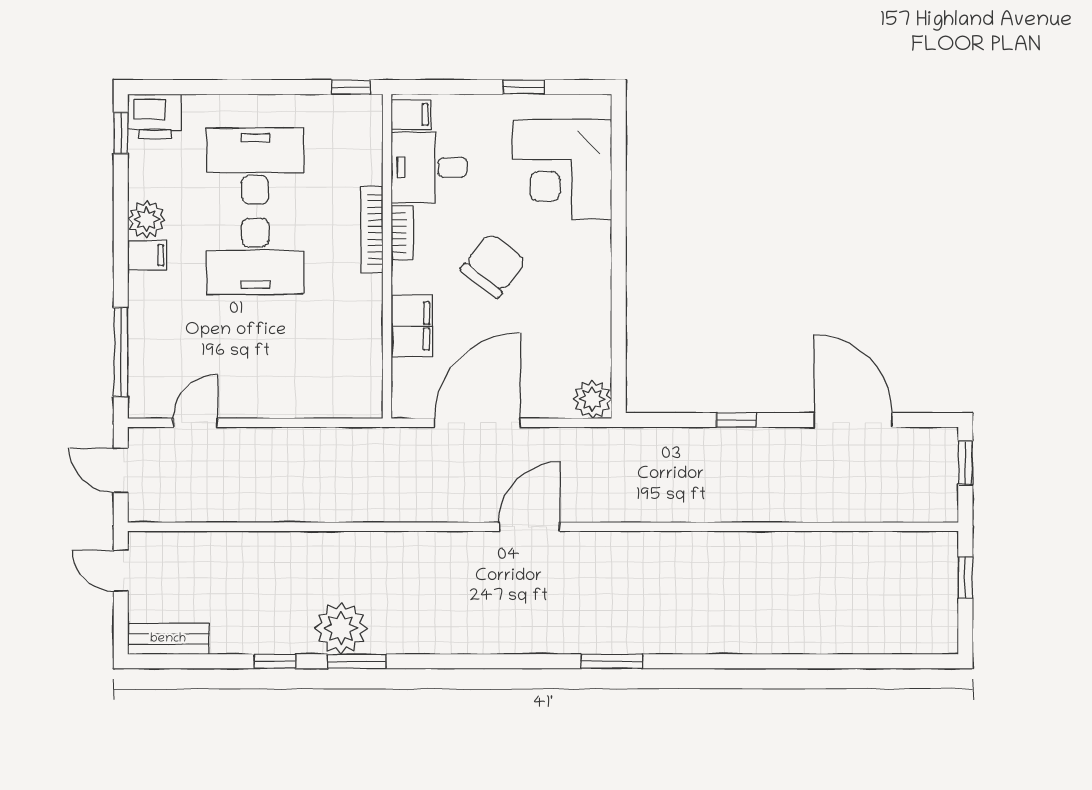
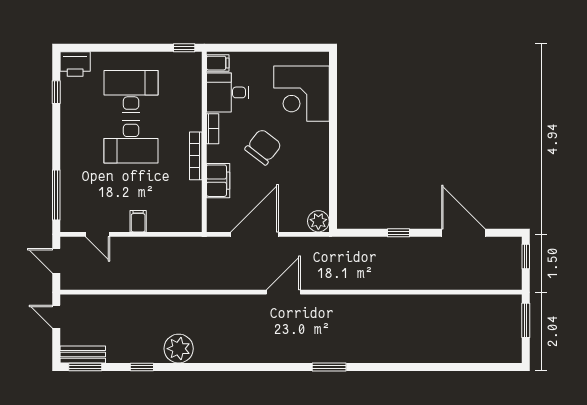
window: (524, 87) -> (280, 48), removed
window: (121, 133) -> (56, 92), moved
plant: (146, 219) -> (71, 121), removed
bookcase: (372, 230) -> (196, 156), moved
filing cabinet: (147, 255) -> (138, 221), moved, turned -90
door: (195, 423) -> (98, 234), swing flipped
window: (965, 577) -> (526, 320), width x1.50
window: (357, 661) -> (85, 367), moved

